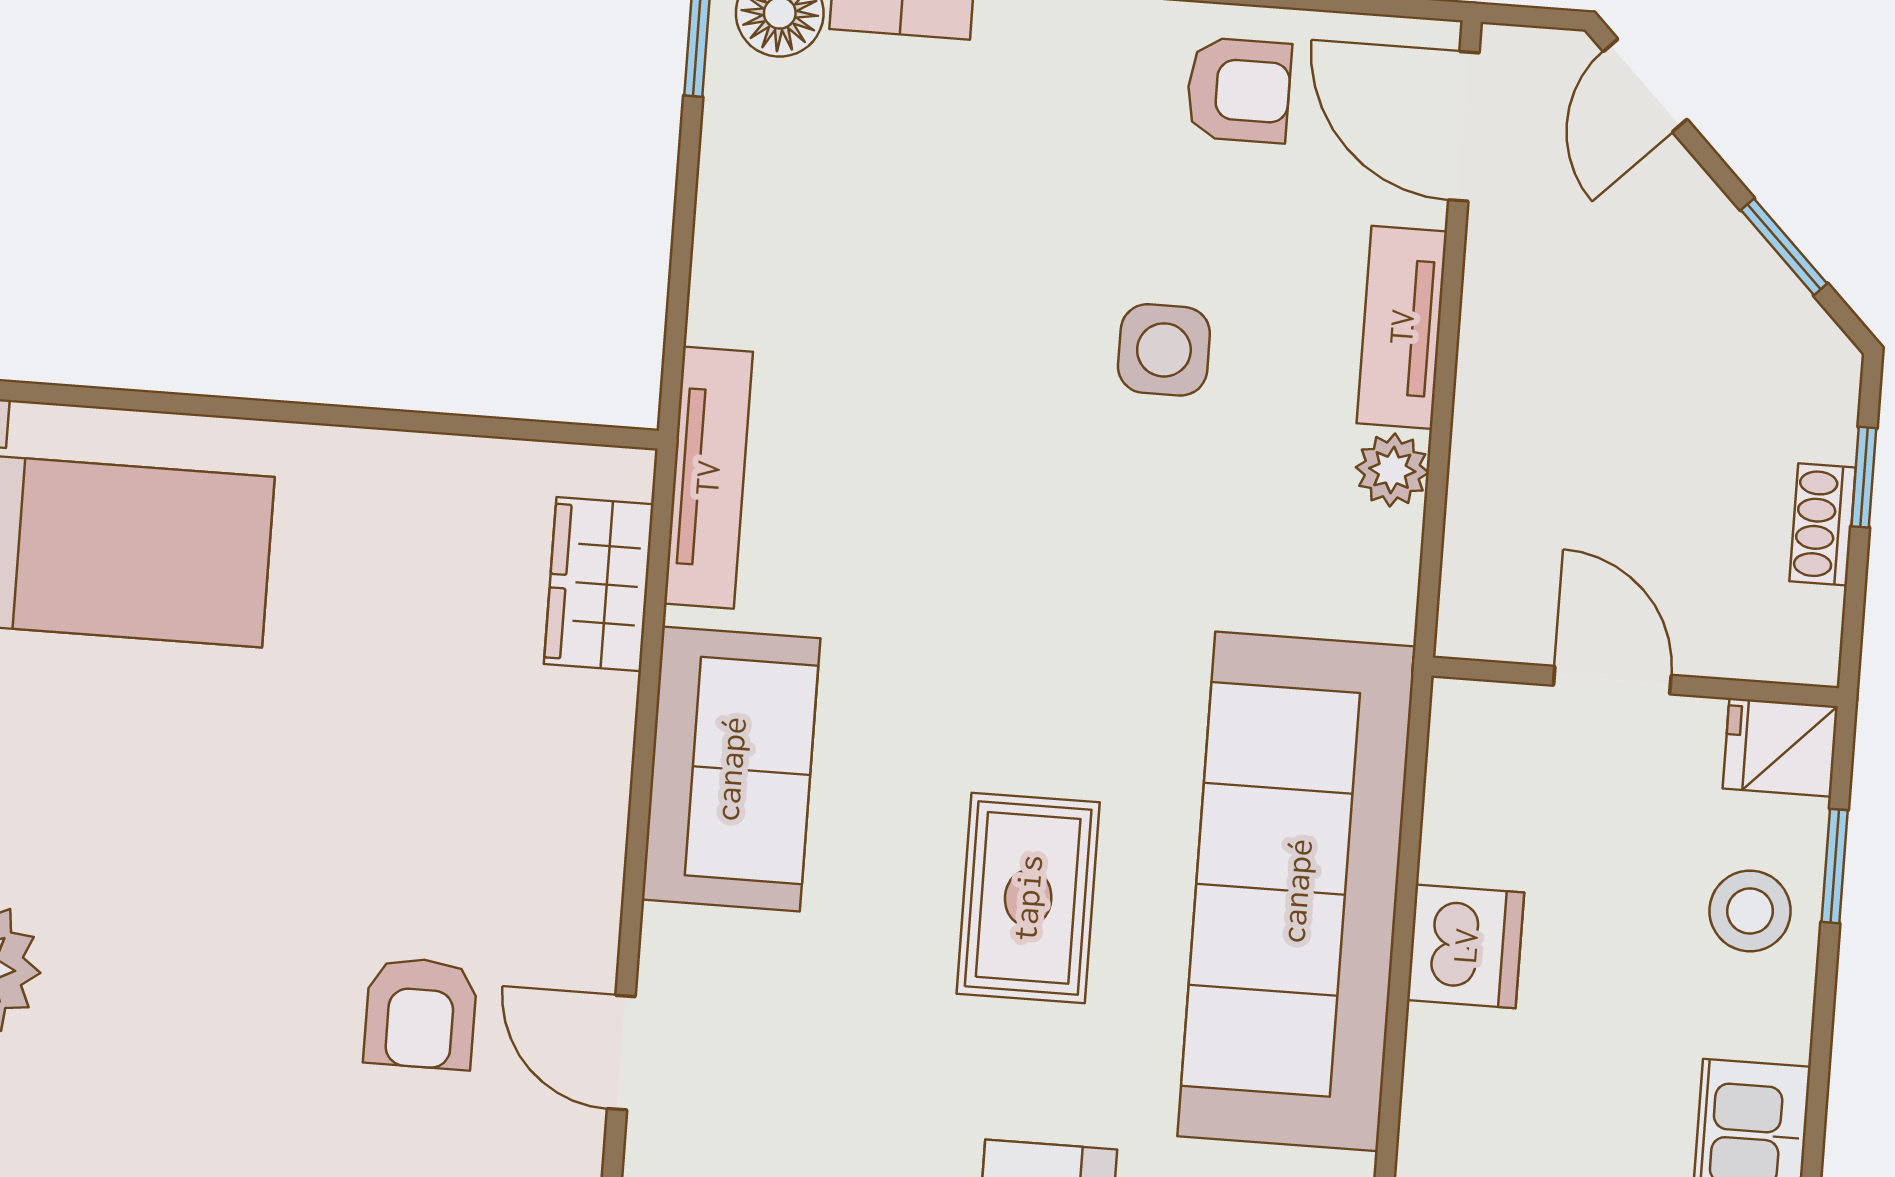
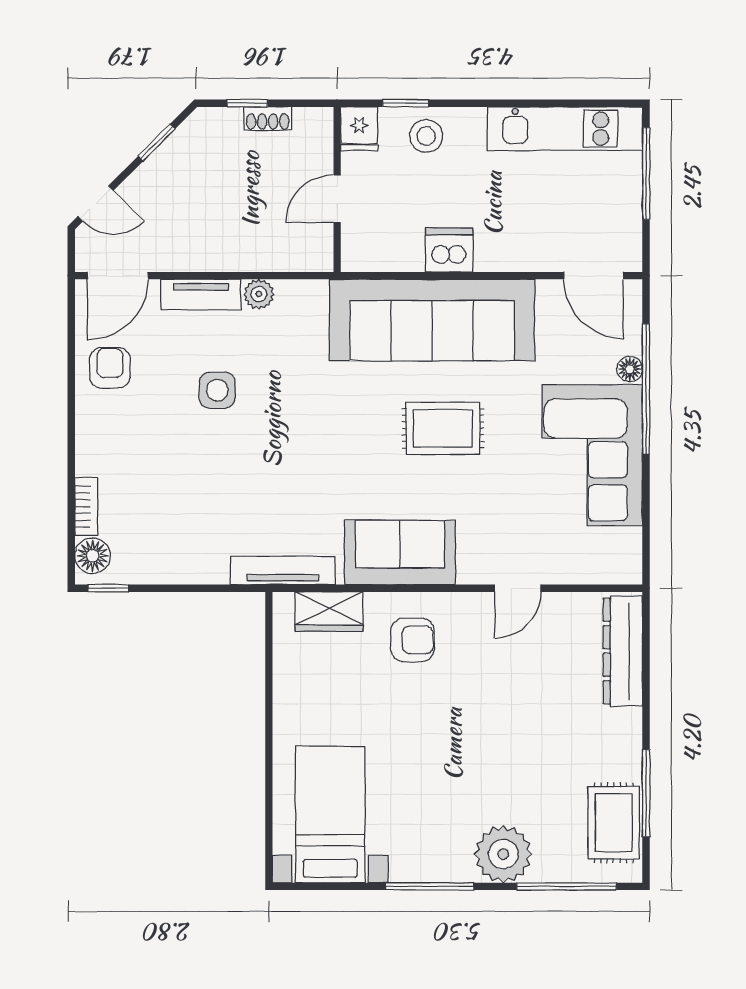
armchair: (420, 1013) -> (412, 640), moved

